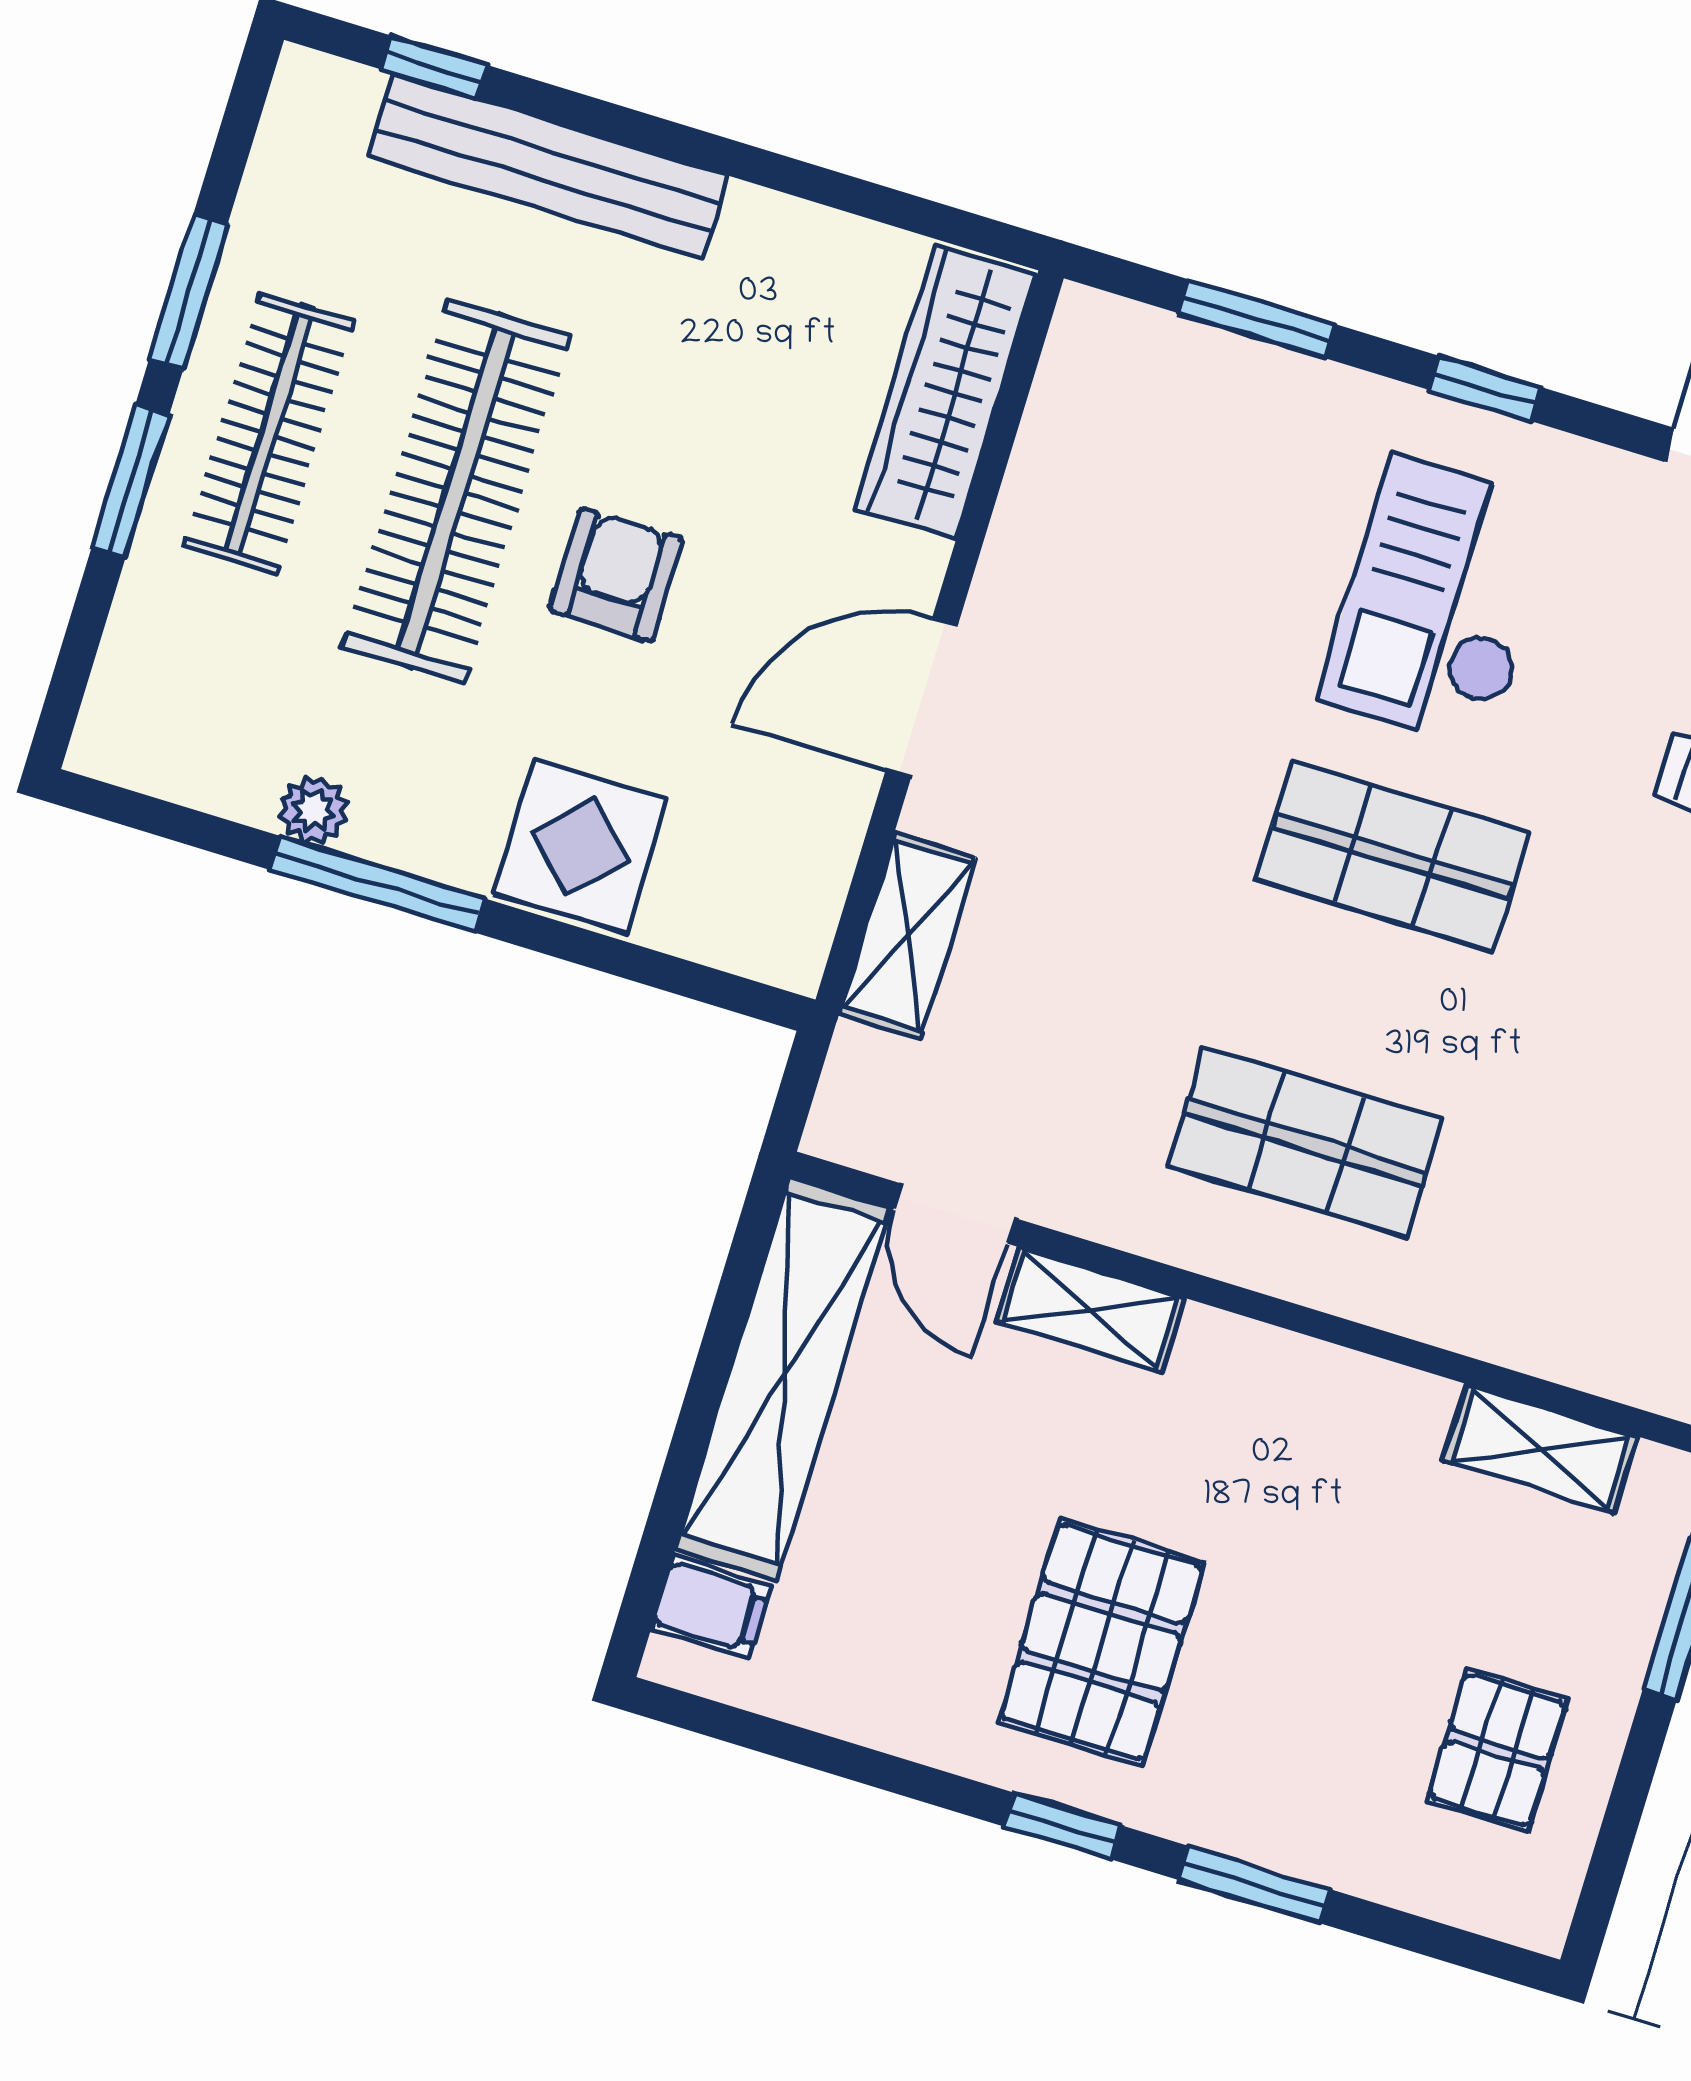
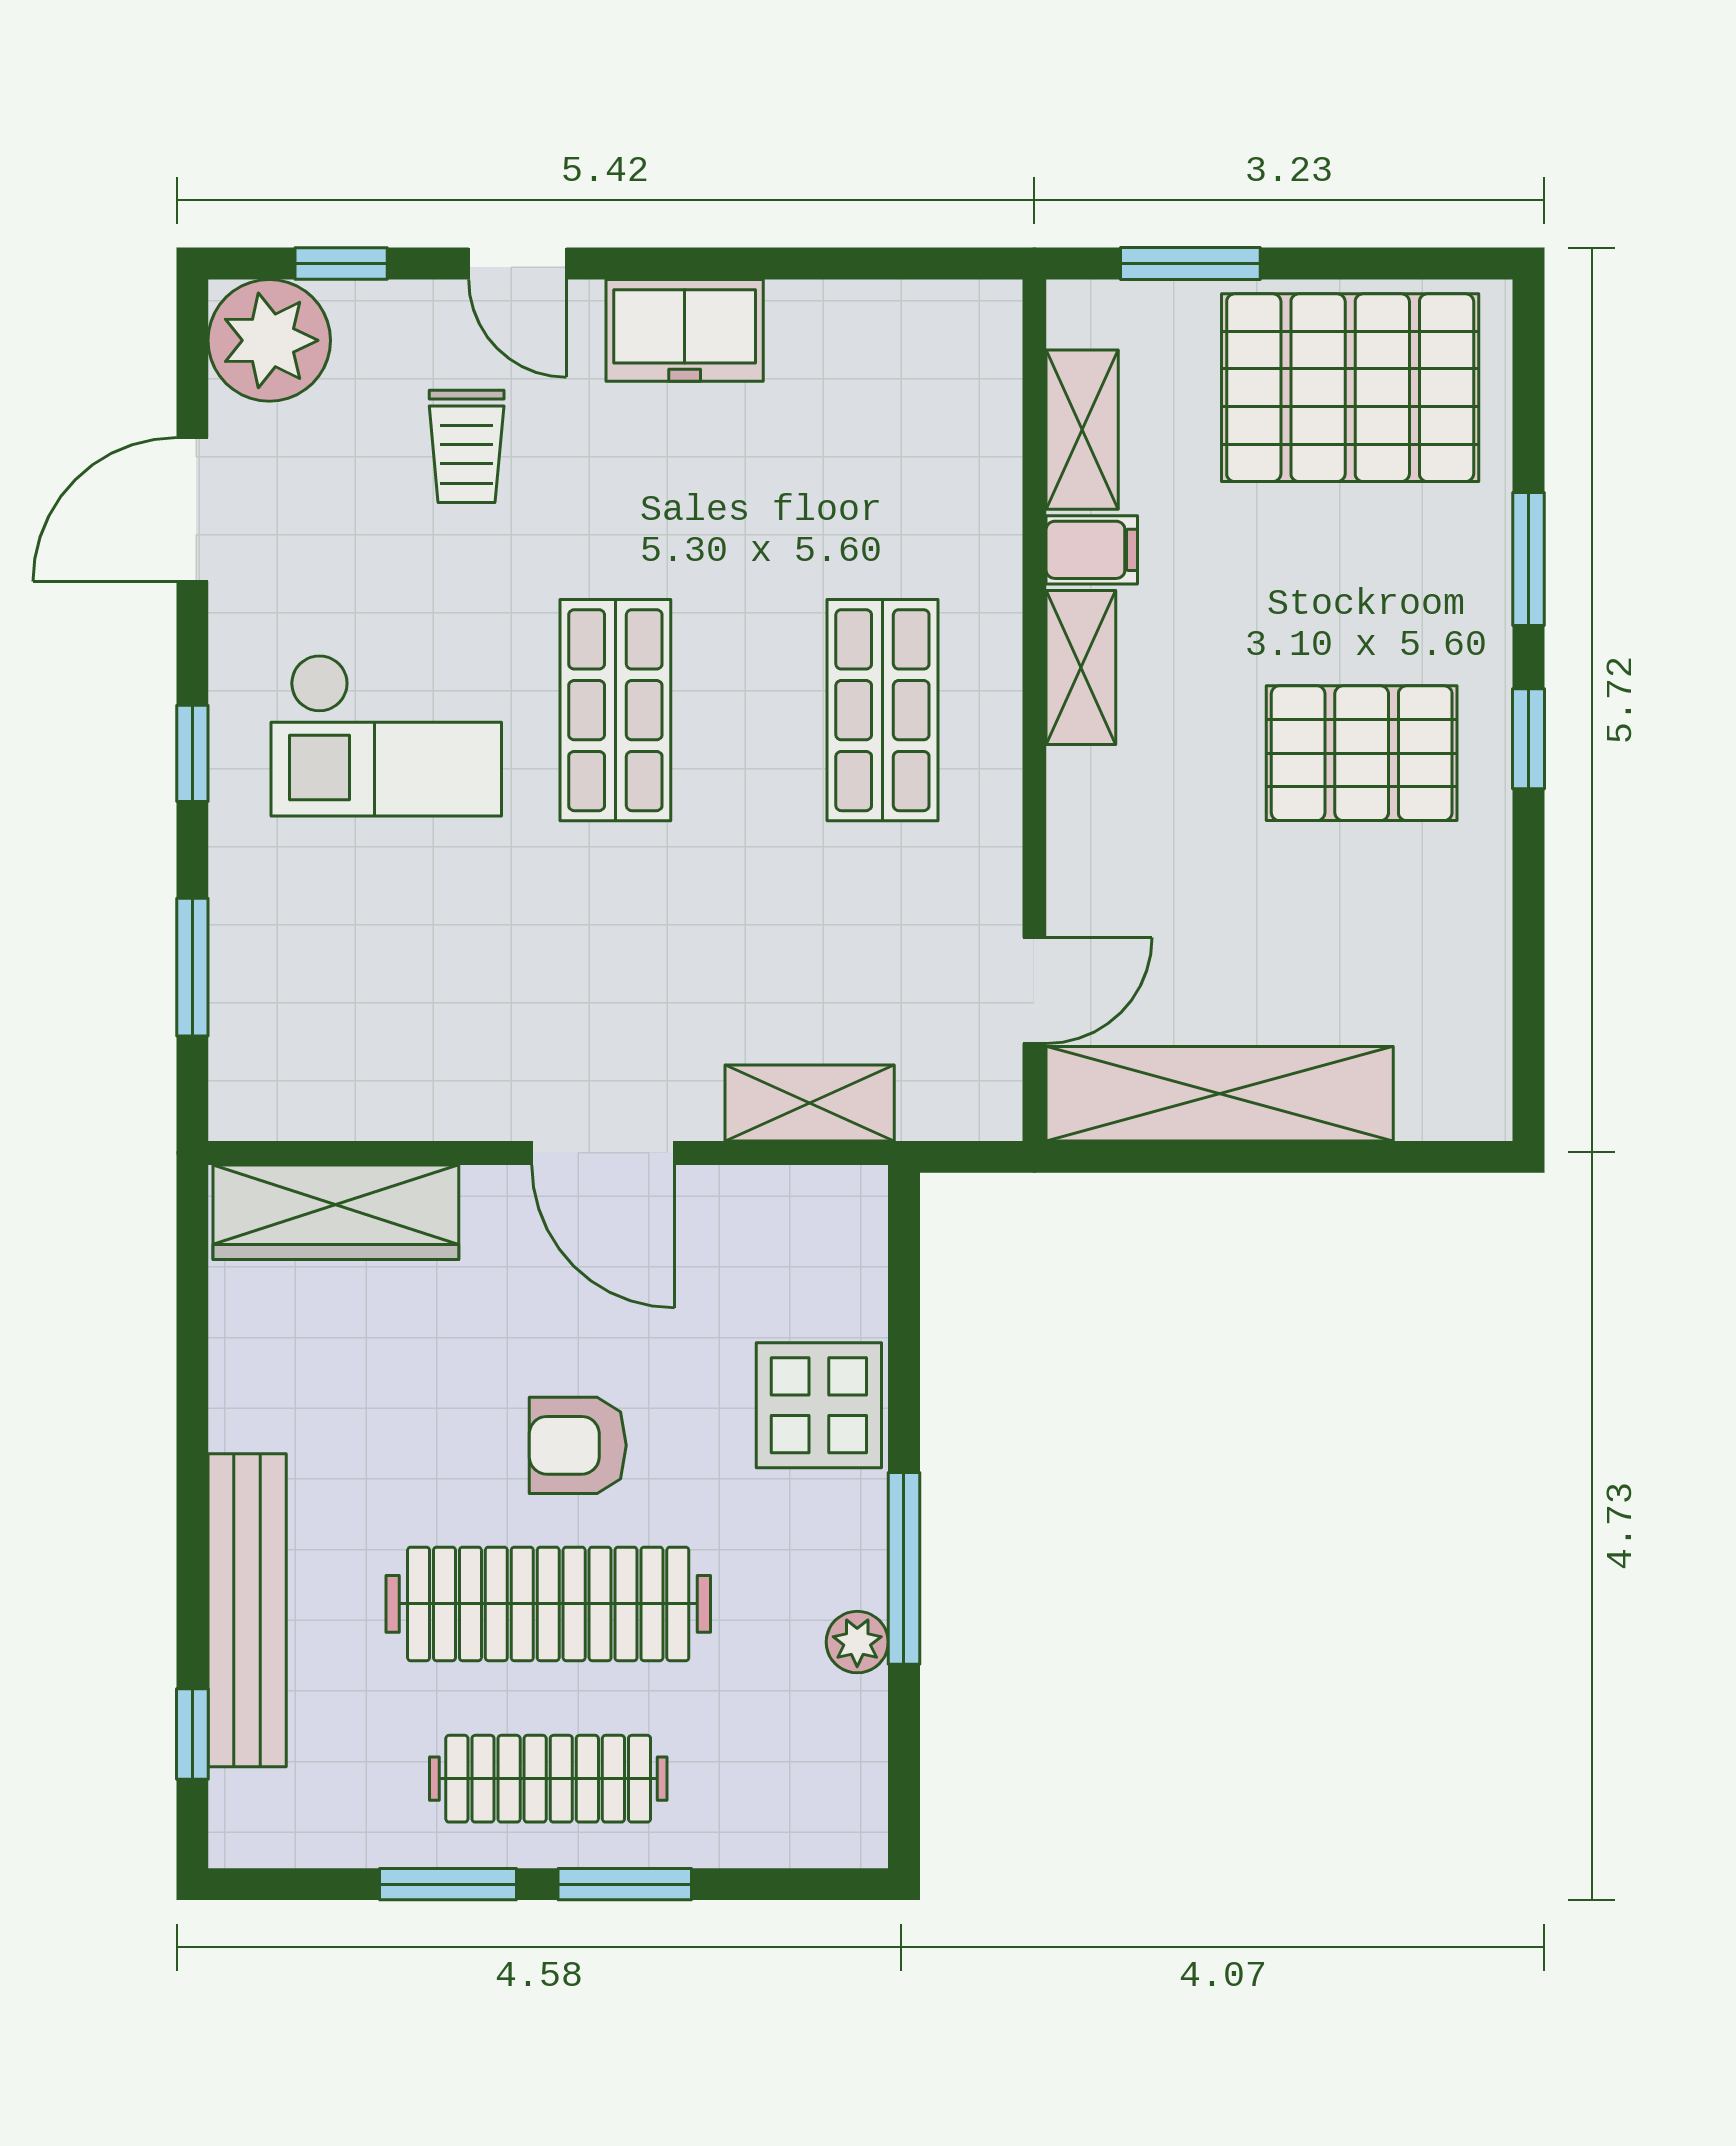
shelving: (1090, 1310) -> (1081, 667), moved
filing cabinet: (711, 1607) -> (1092, 550), moved, turned 90
pallet: (1497, 1750) -> (1350, 388), width x2.05, depth x2.00

